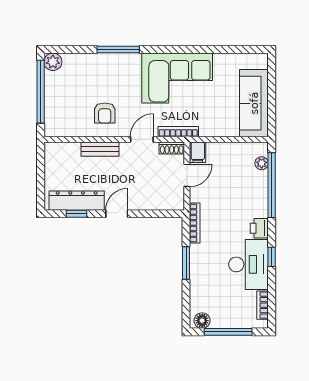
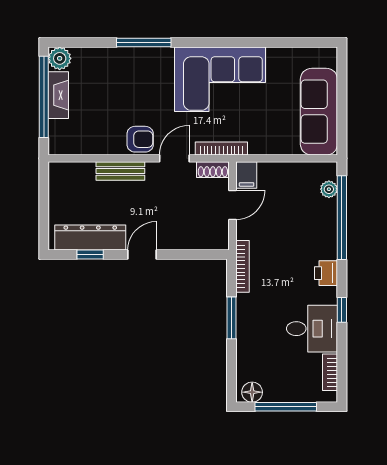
fireplace: (52, 90) -> (58, 95), added
armchair: (105, 113) -> (140, 139), moved, turned -90
desk: (249, 264) -> (312, 329), width x0.73

